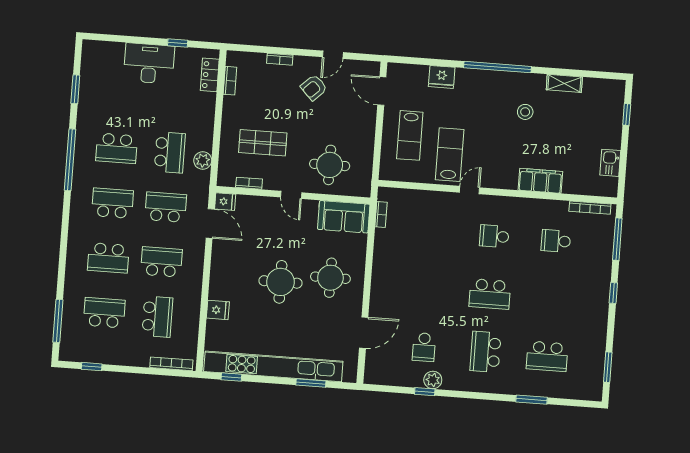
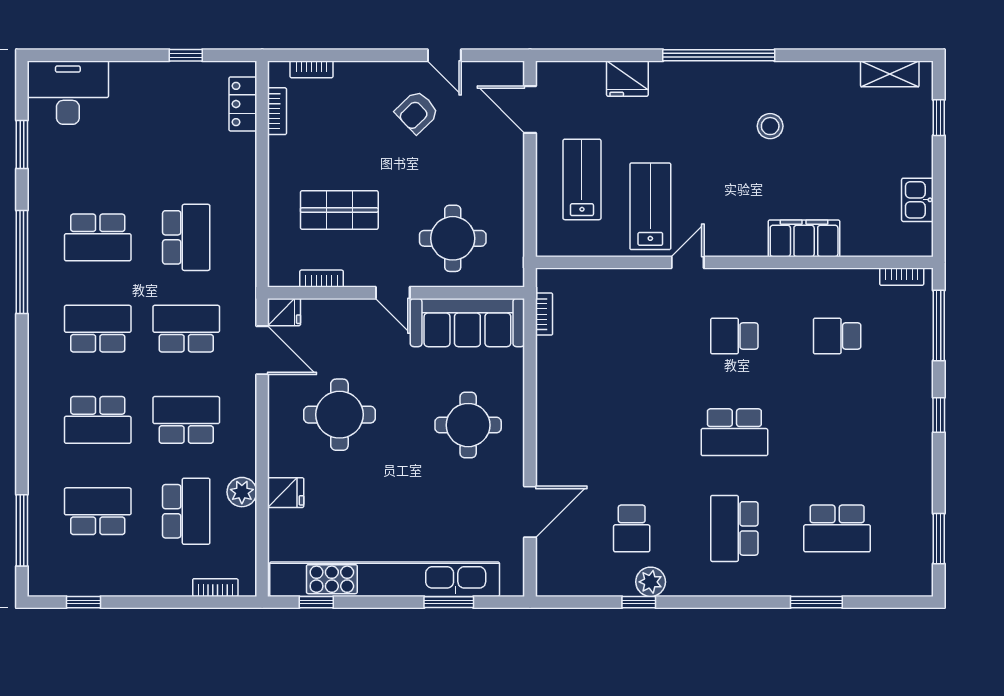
door: (333, 55) -> (444, 55), hinge flipped
bookcase: (280, 59) -> (312, 69), moved
desk: (149, 63) -> (68, 93), moved
shelving: (564, 83) -> (890, 74), moved
lab bench: (410, 135) -> (582, 179), turned 180
plant: (203, 160) -> (242, 492), moved
bookcase: (590, 208) -> (902, 277), width x0.64
sofa: (344, 217) -> (467, 323), width x1.36
round table: (280, 282) -> (339, 415), moved
bookcase: (171, 364) -> (215, 588), width x0.64

